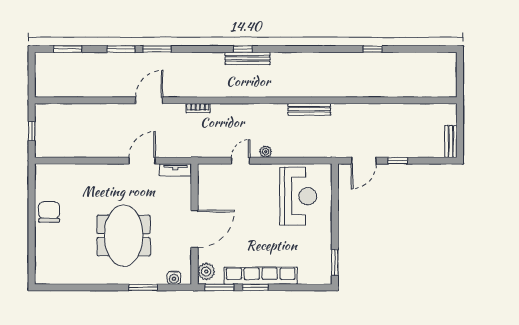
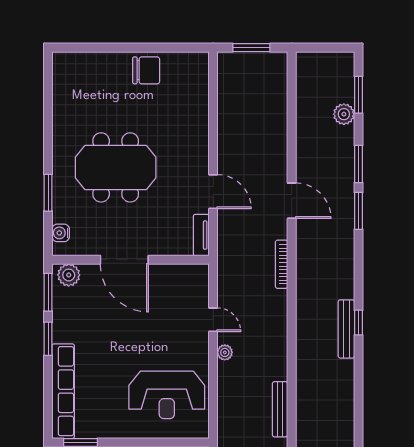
plant: (83, 60) -> (344, 114), added
bookcase: (198, 108) -> (282, 264), width x1.56
window: (32, 131) -> (251, 48), width x1.50
row of seats: (261, 276) -> (63, 391), moved

